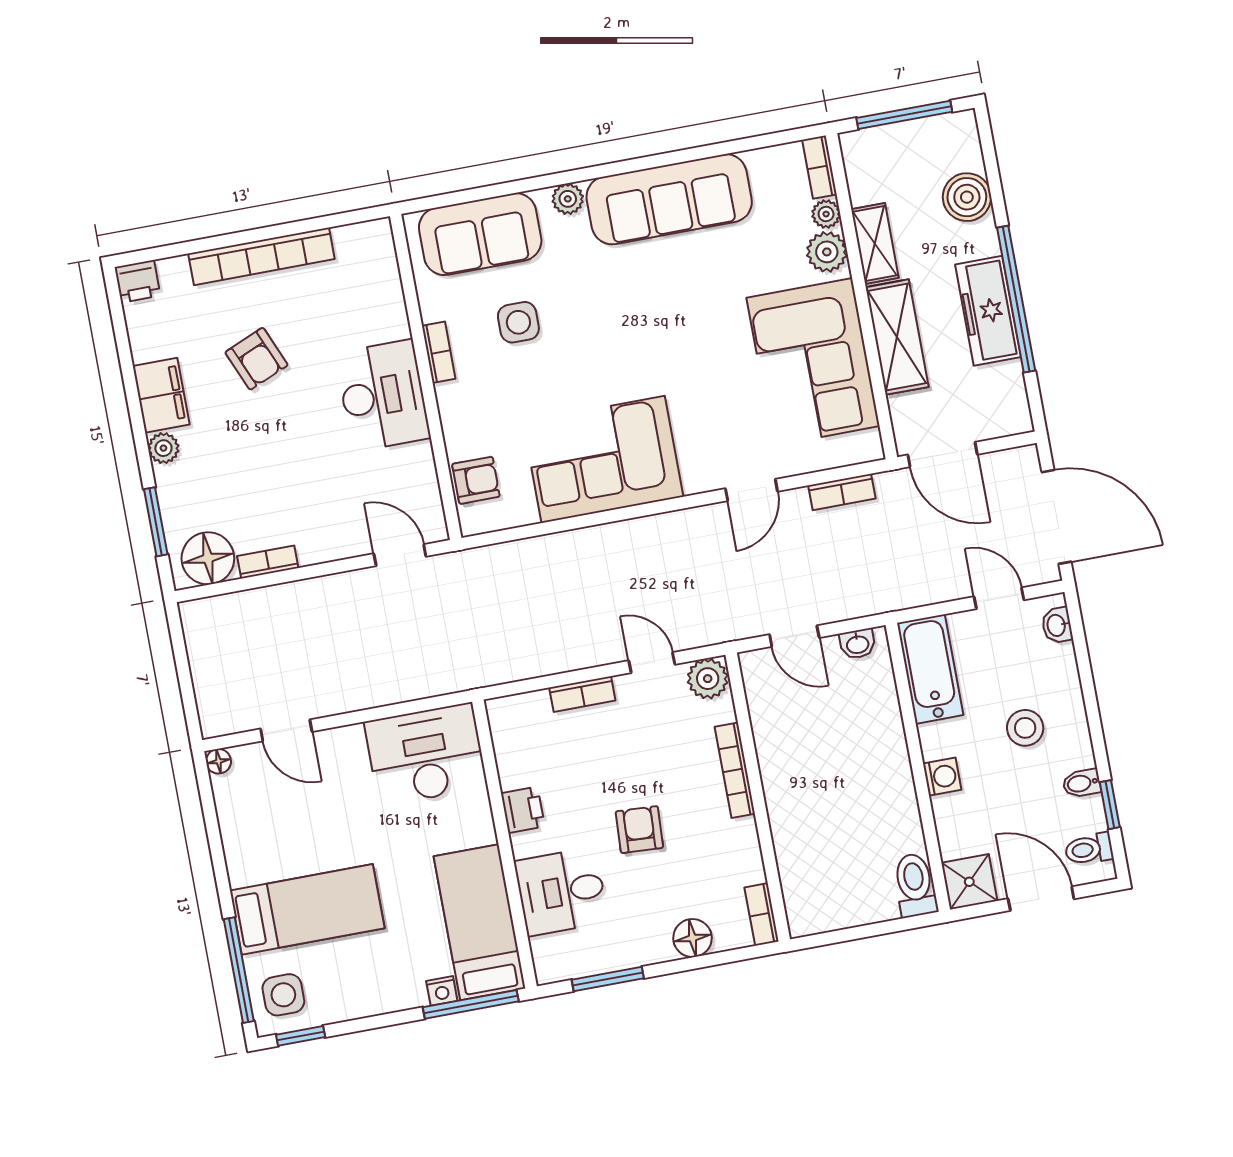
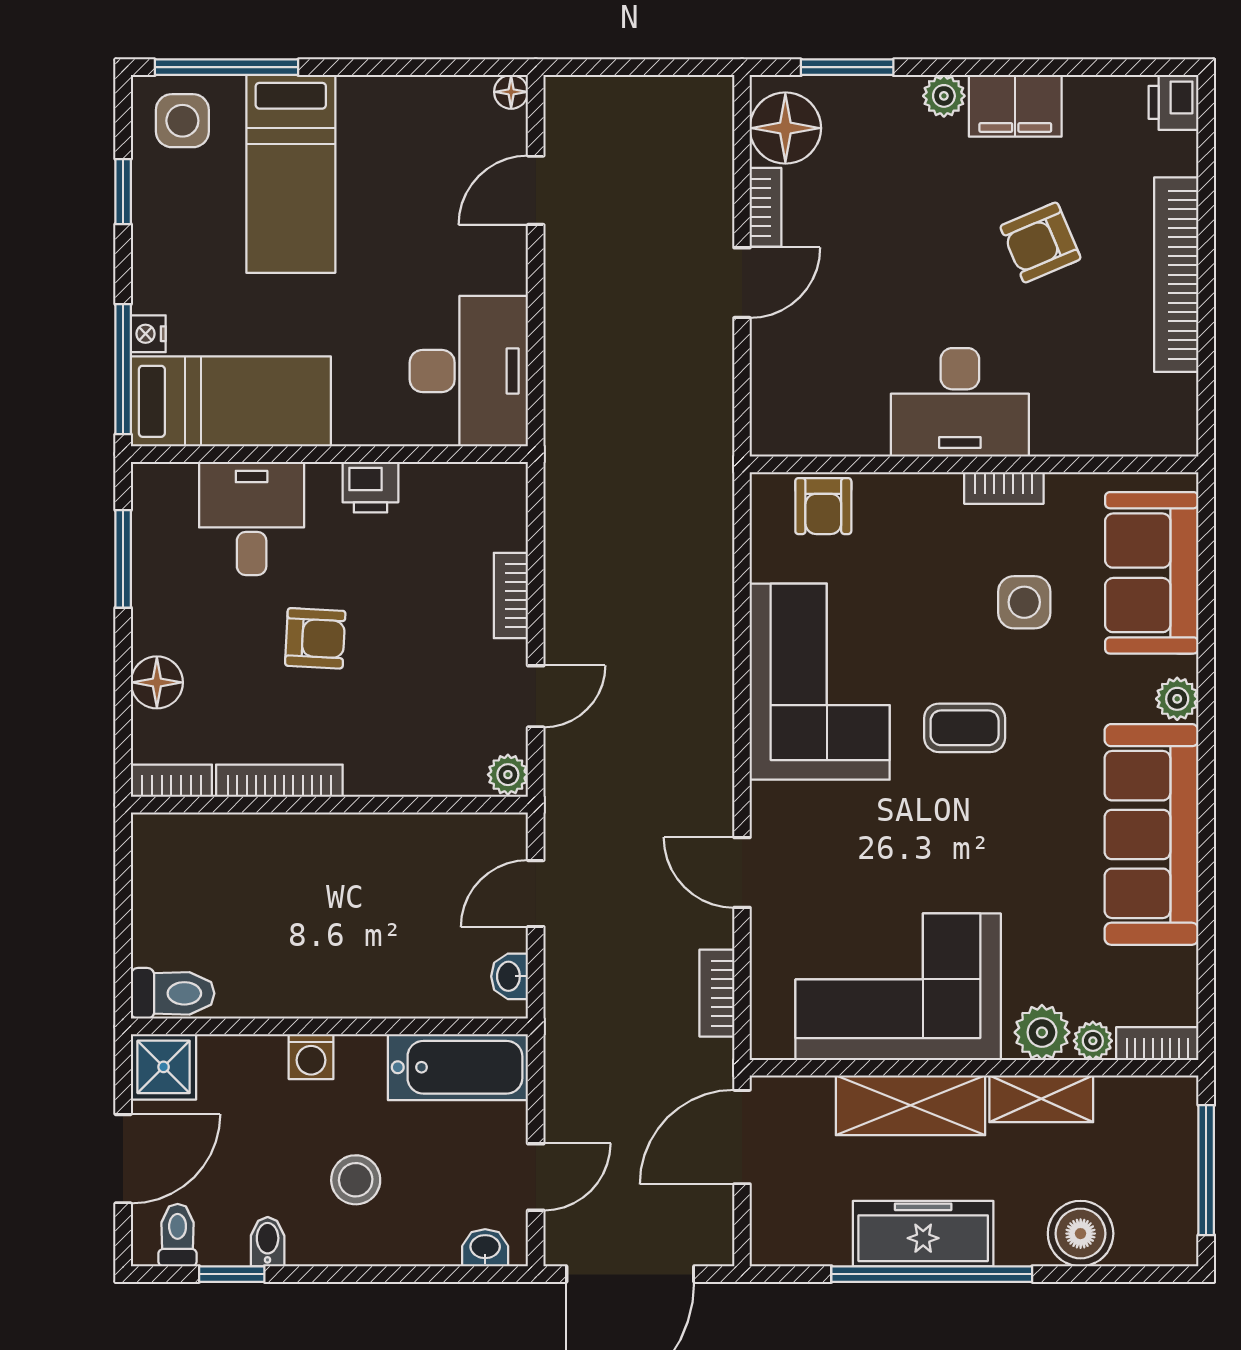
coffee table: (617, 349) -> (965, 728), added
door: (400, 555) -> (742, 283), moved
plant: (708, 679) -> (508, 775), width x0.73, depth x0.73
bookcase: (735, 770) -> (279, 781), moved
window: (301, 1036) -> (123, 192), moved

